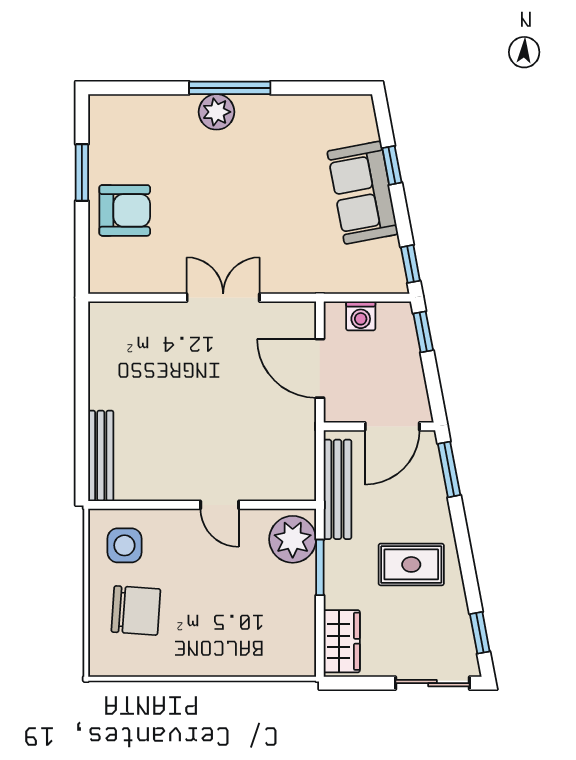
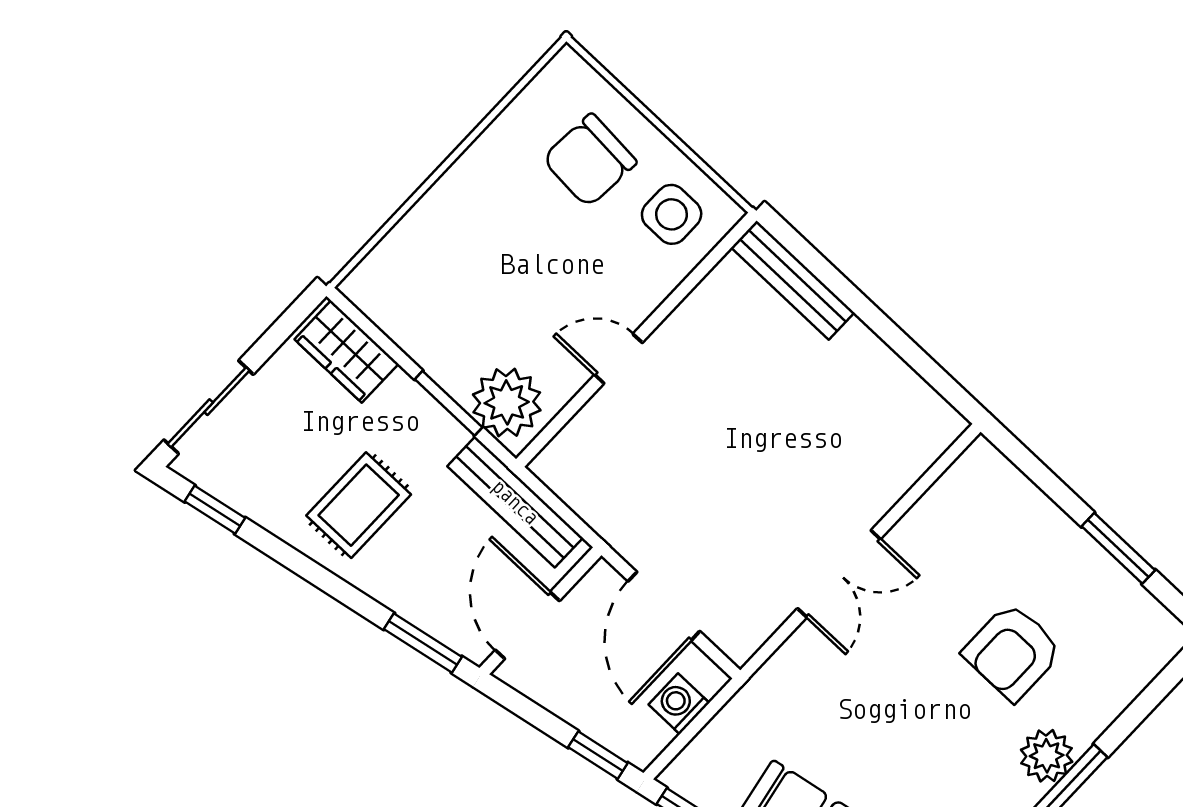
armchair: (125, 210) -> (1012, 652), moved
door: (320, 368) -> (664, 606), swing flipped

